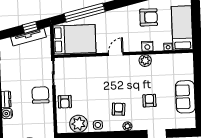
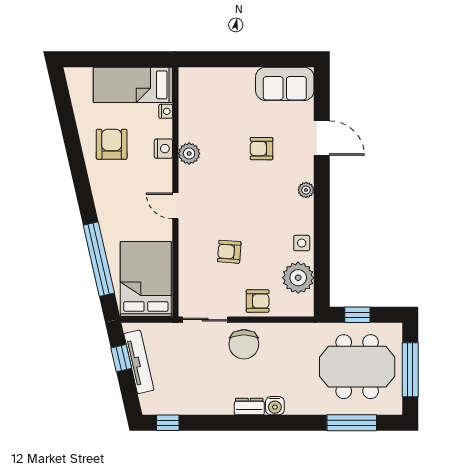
chair: (40, 95) -> (244, 344), turned -90
sofa: (185, 97) -> (285, 84), moved
armchair: (119, 109) -> (229, 252), moved

